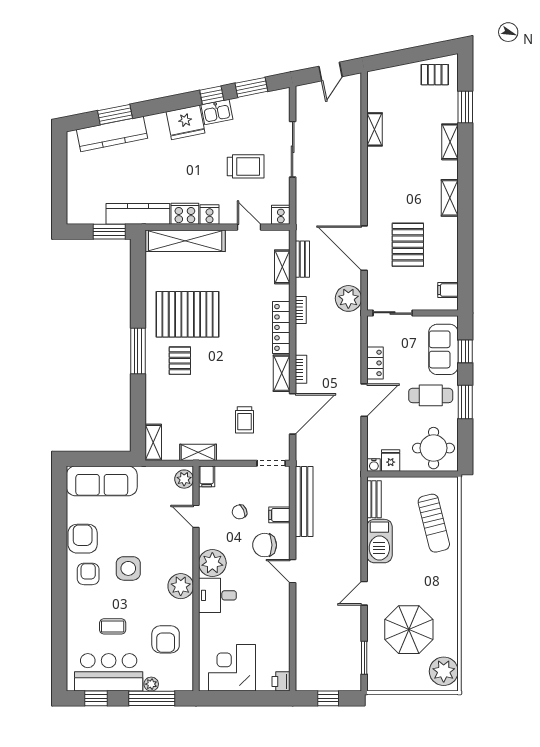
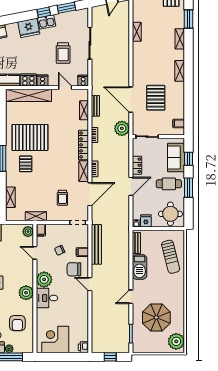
trolley: (246, 166) -> (63, 53), turned 90
shelving: (153, 442) -> (10, 197), moved

